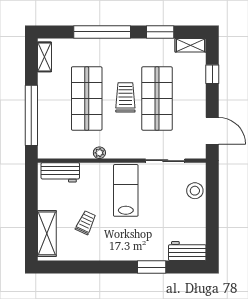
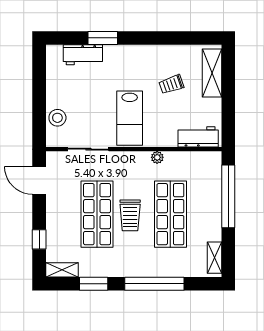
trolley: (86, 223) -> (171, 84), turned 46
workbench: (187, 251) -> (83, 55), moved

